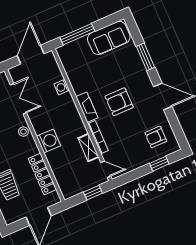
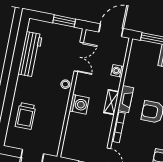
shelving: (88, 148) -> (111, 102), moved
locker: (42, 174) -> (57, 126), removed

